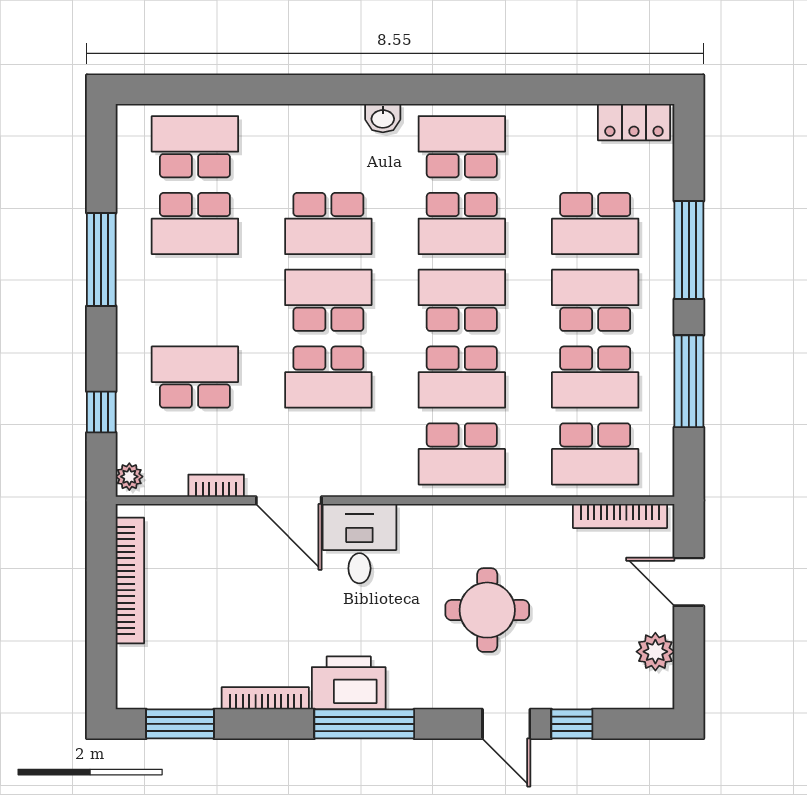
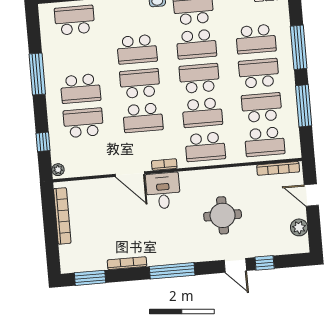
school desk: (195, 224) -> (81, 89), moved
school desk: (595, 377) -> (262, 108), turned 180
bookcase: (216, 486) -> (164, 165), moved
printer: (349, 683) -> (164, 253), removed

